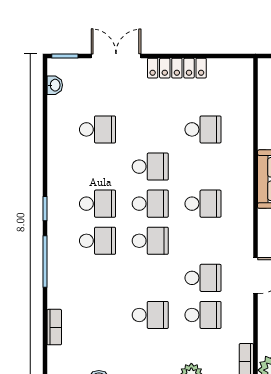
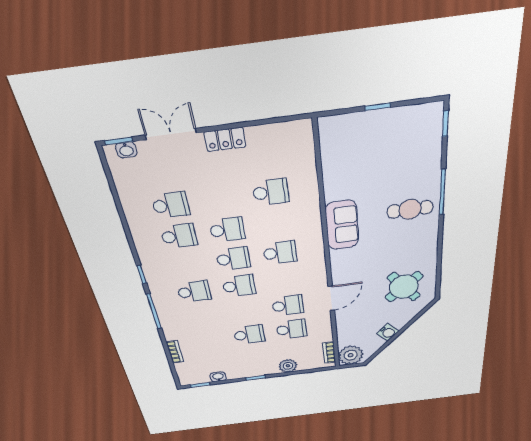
locker: (177, 68) -> (225, 139), width x0.66
washbasin: (55, 85) -> (126, 150), moved, turned 90
school desk: (98, 204) -> (179, 236), moved

